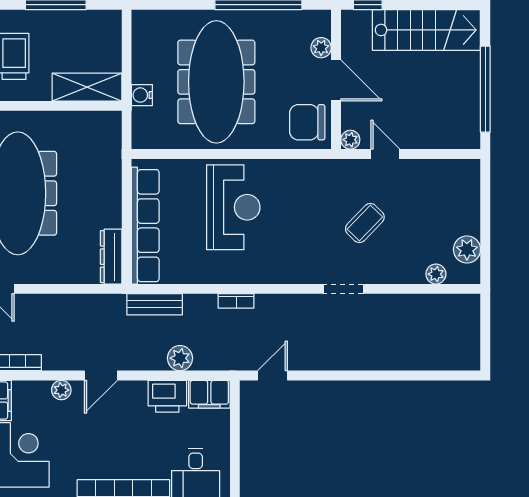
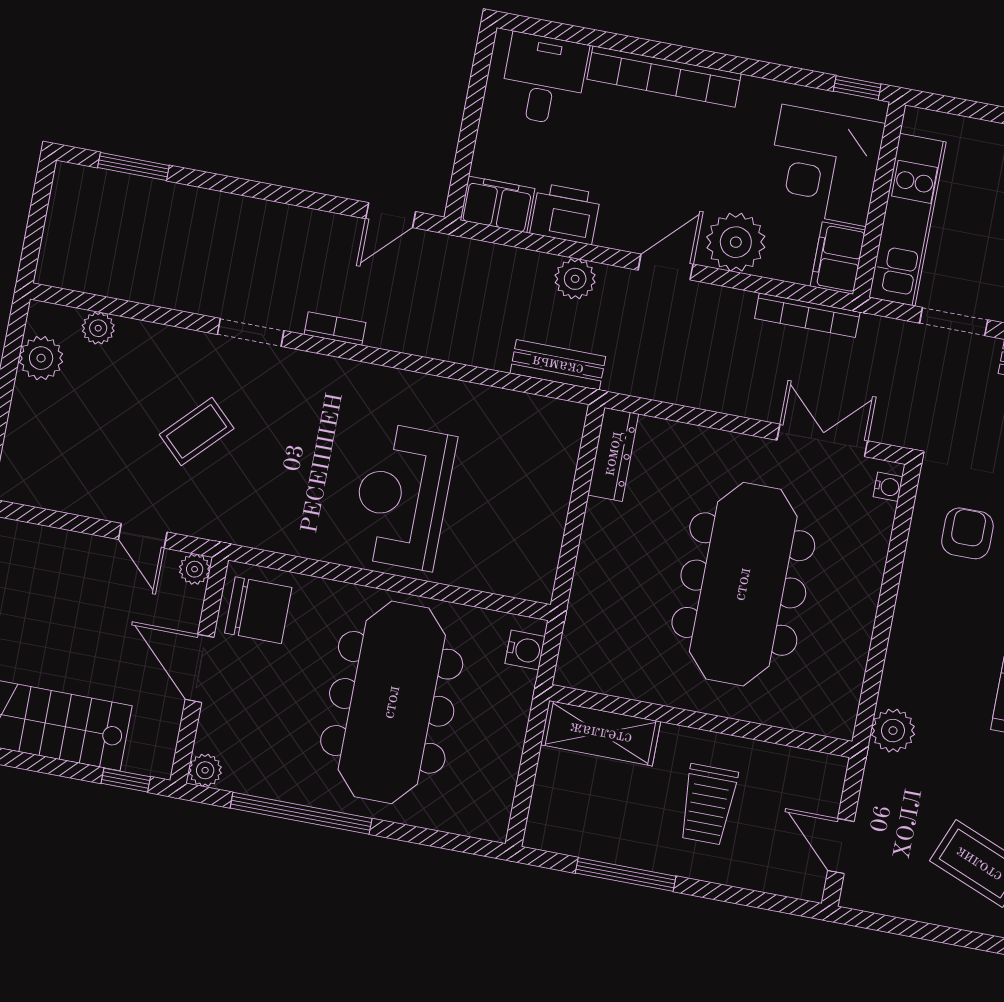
plant: (321, 48) -> (205, 770), moved
water cooler: (142, 95) -> (525, 650), moved
row of seats: (145, 226) -> (549, 494), removed
bookcase: (236, 301) -> (335, 328), moved
plant: (180, 358) -> (575, 279), moved
window: (433, 376) -> (133, 167), added
plant: (61, 390) -> (736, 242), width x1.88, depth x1.88

